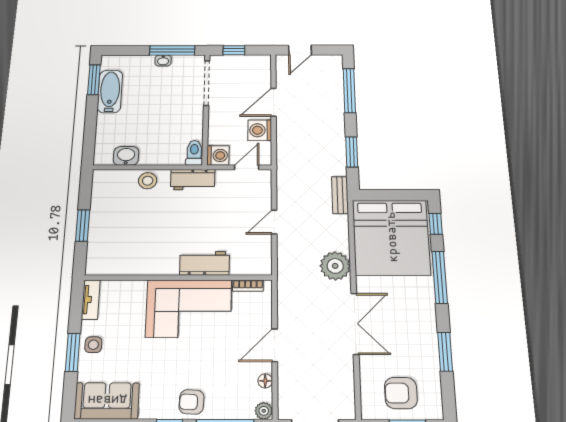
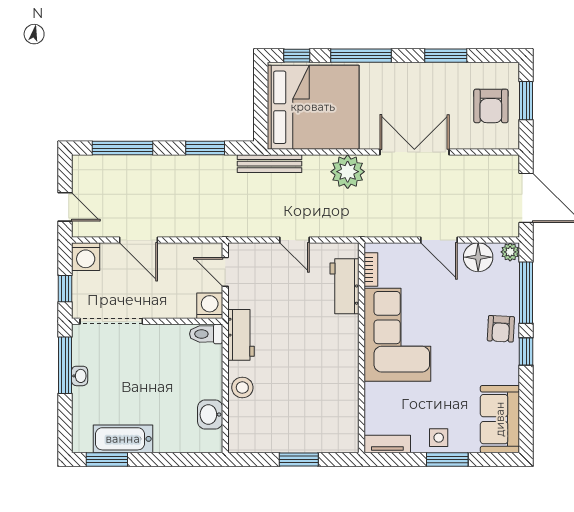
washing machine: (260, 130) -> (86, 257), moved
bench: (340, 195) -> (269, 164), width x1.36
workbench: (205, 263) -> (345, 286), moved
floor lamp: (265, 381) -> (478, 257), width x1.89, depth x1.89

